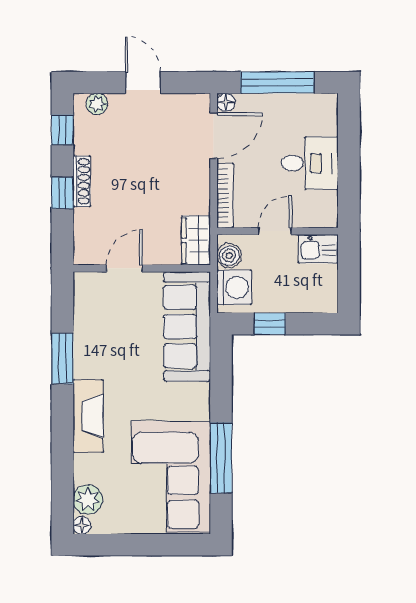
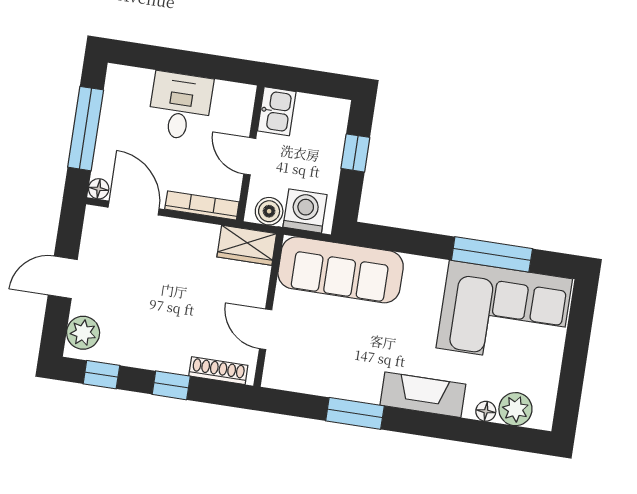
plant: (97, 104) -> (83, 333), width x1.38, depth x1.38
shoe rack: (82, 181) -> (218, 371), moved
window: (270, 324) -> (355, 153), moved
floor lamp: (82, 525) -> (486, 411), moved

